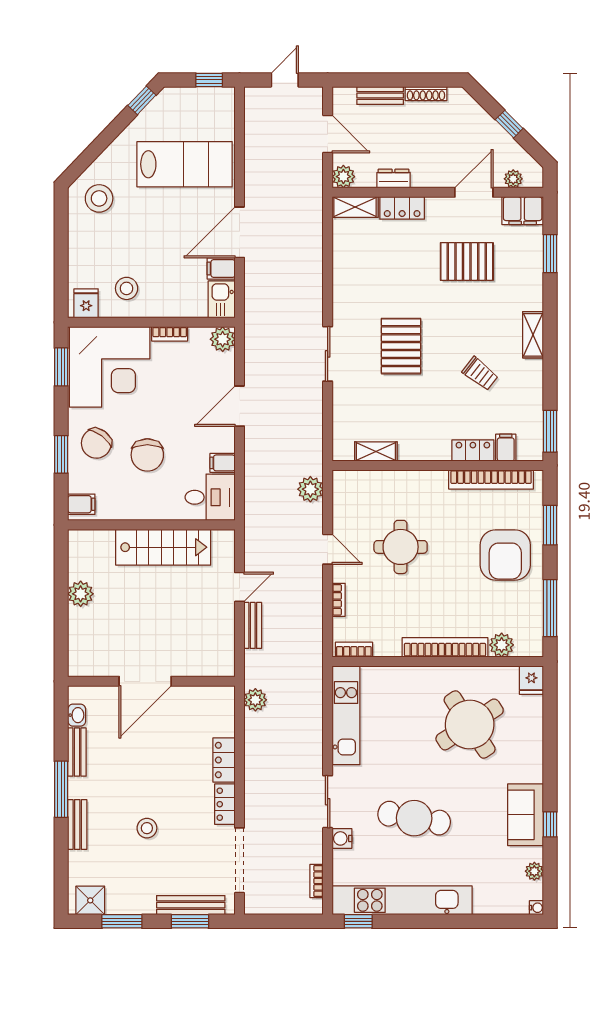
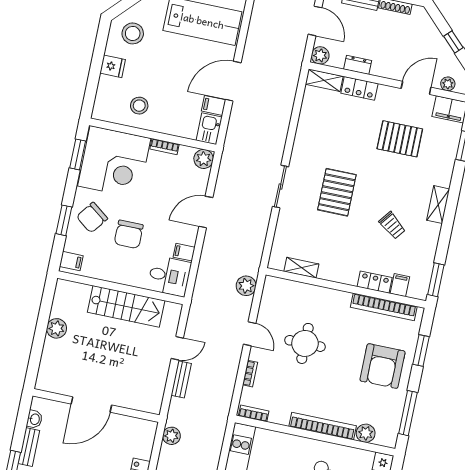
fridge: (86, 303) -> (113, 66), moved, turned 90

